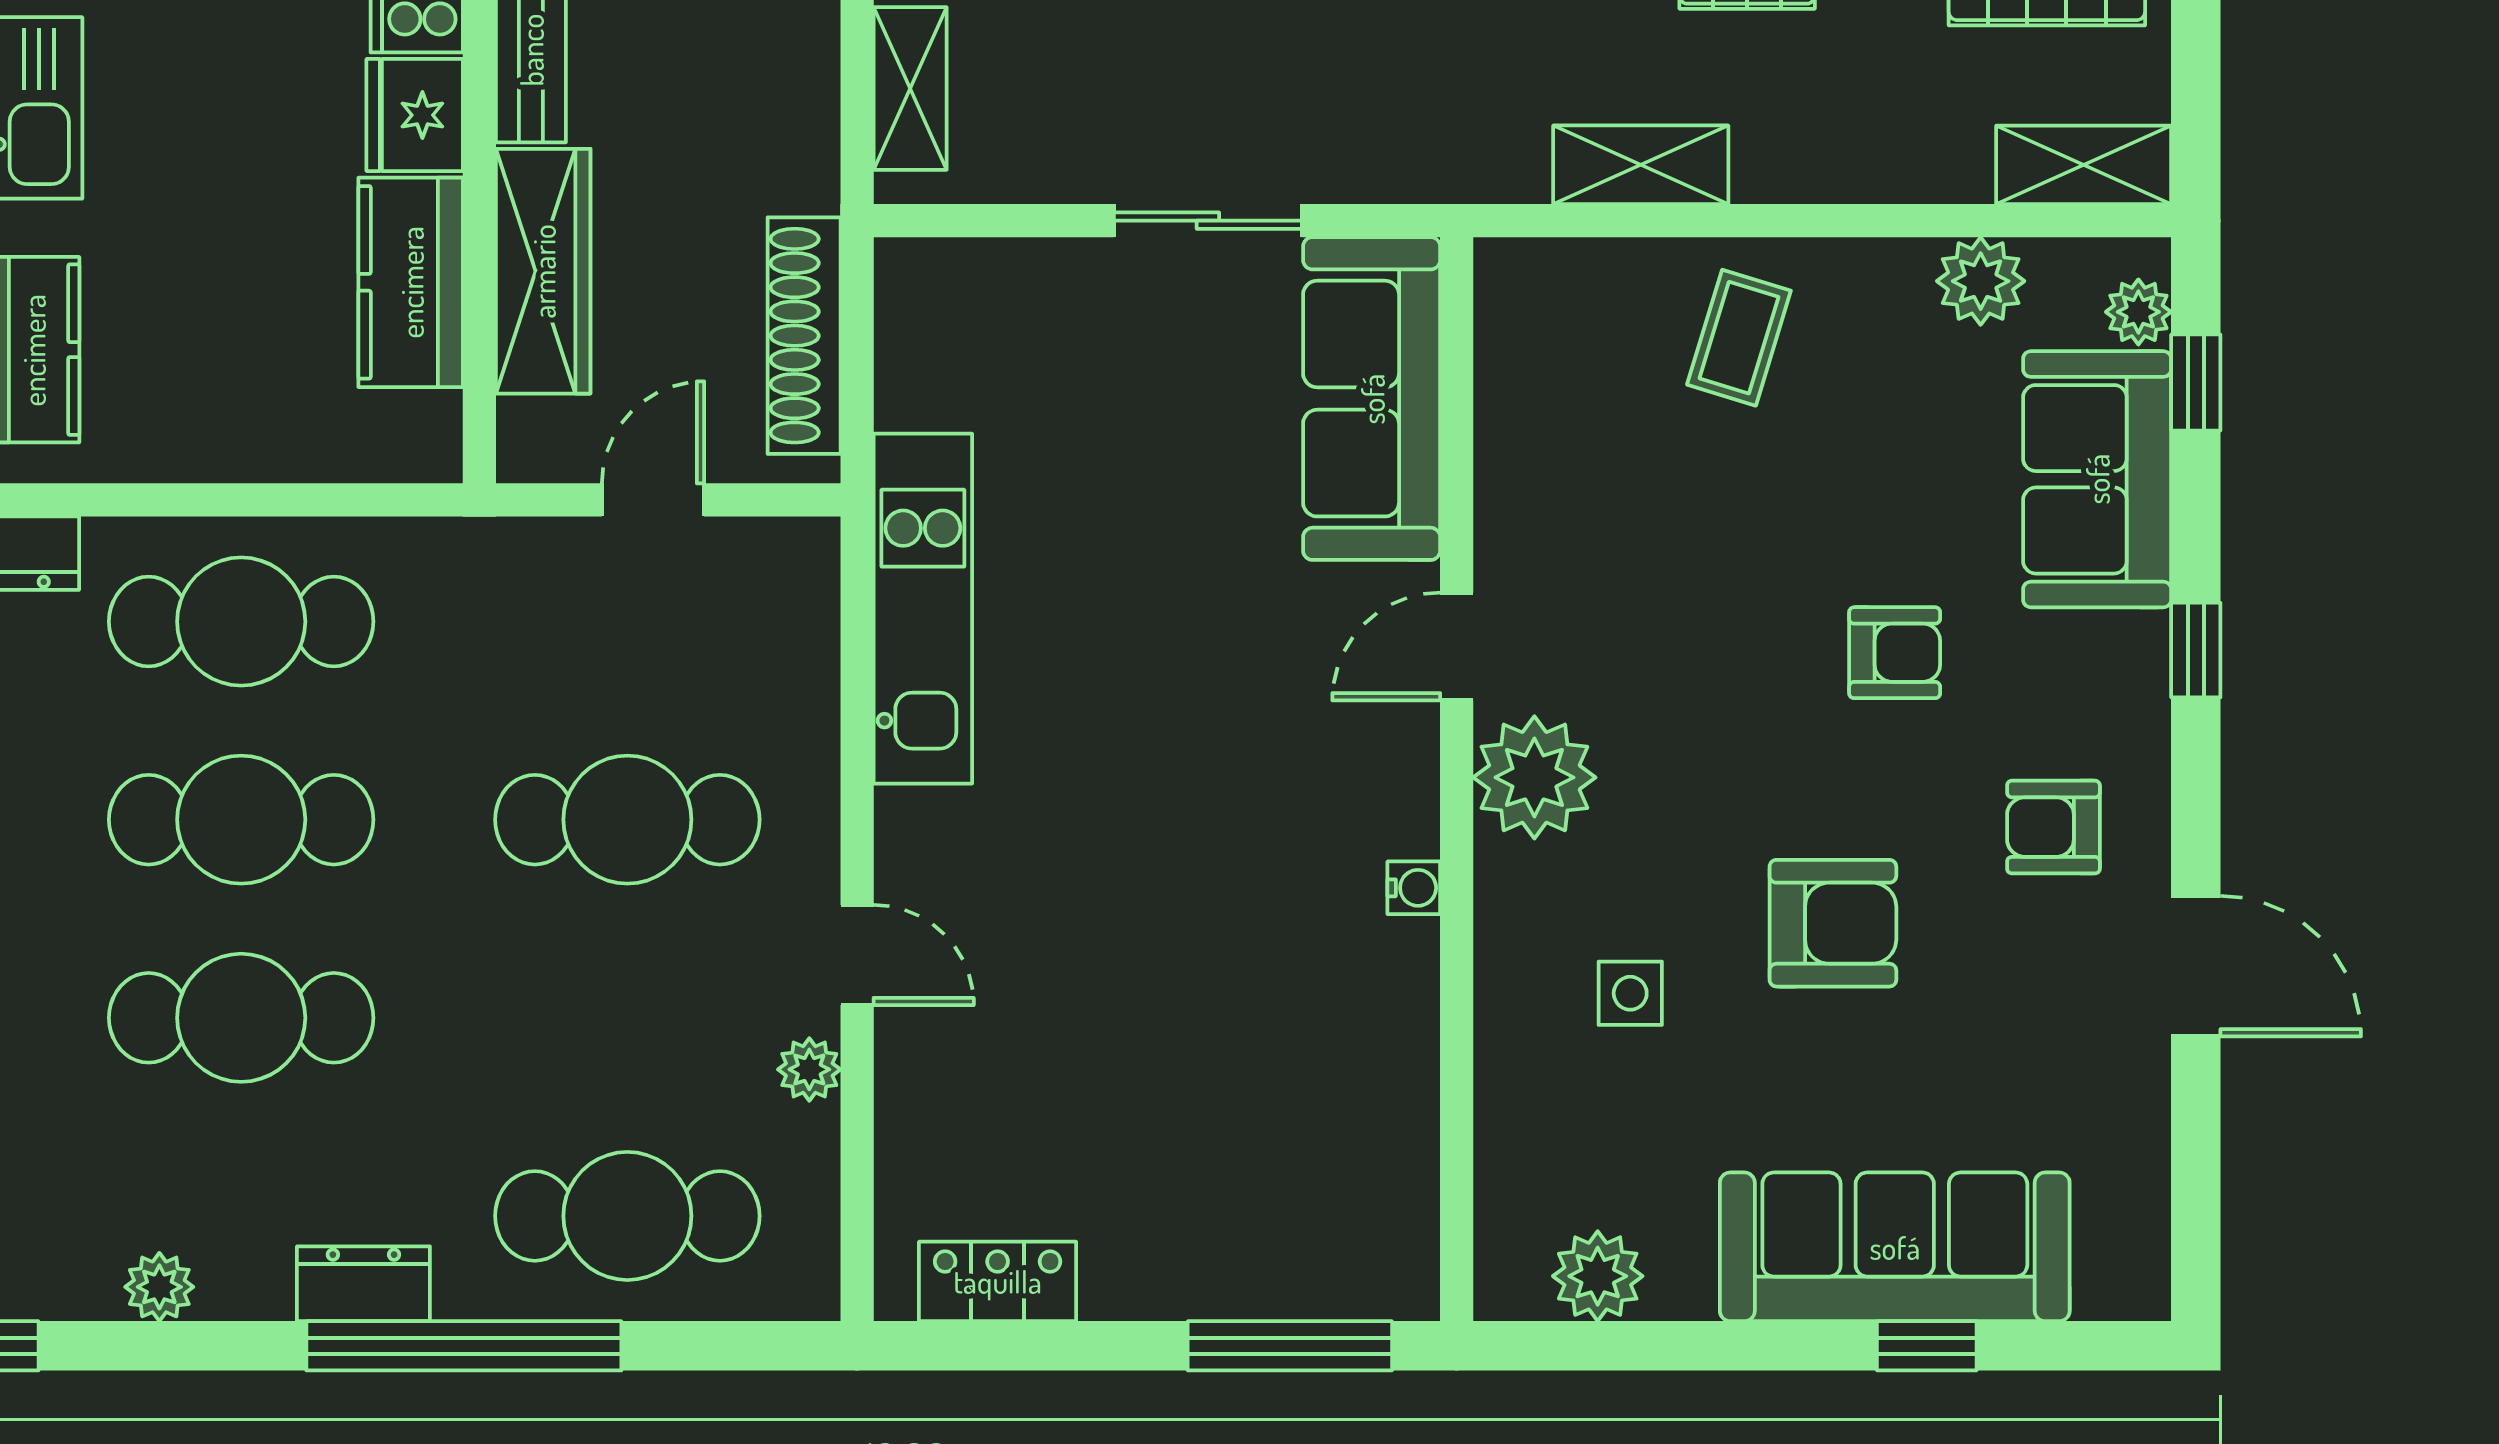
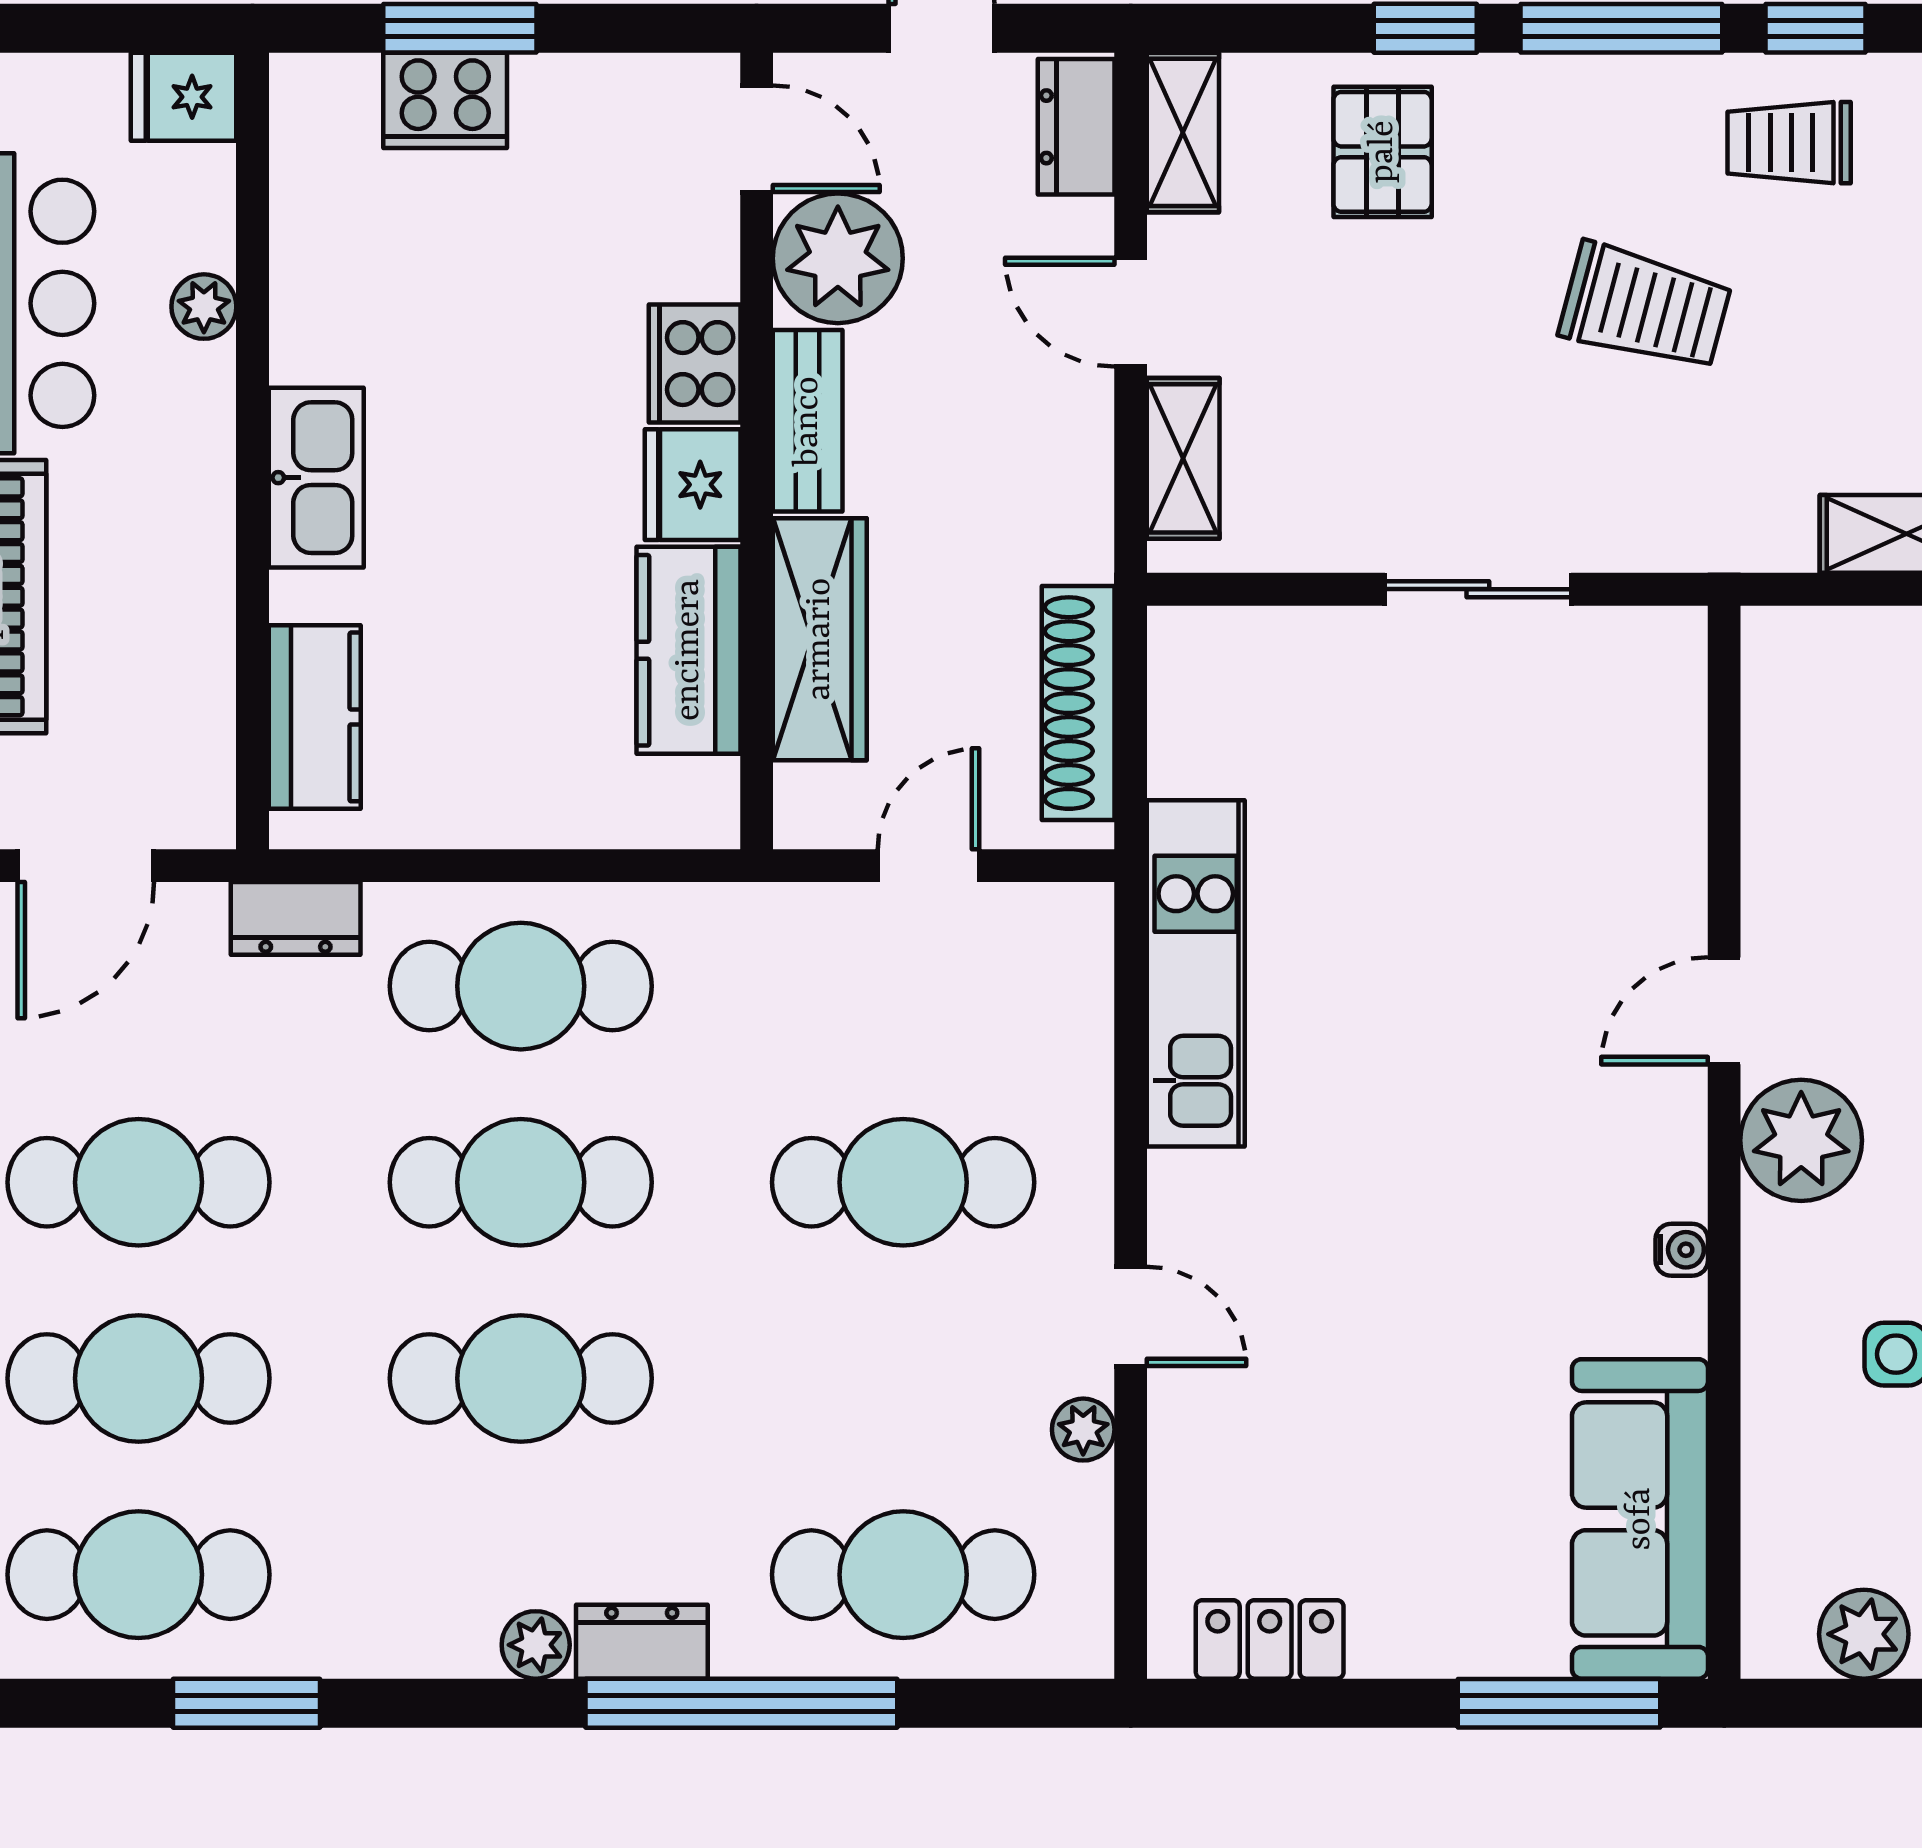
sofa: (1372, 399) -> (1640, 1519), moved
plant: (159, 1287) -> (536, 1645), moved

